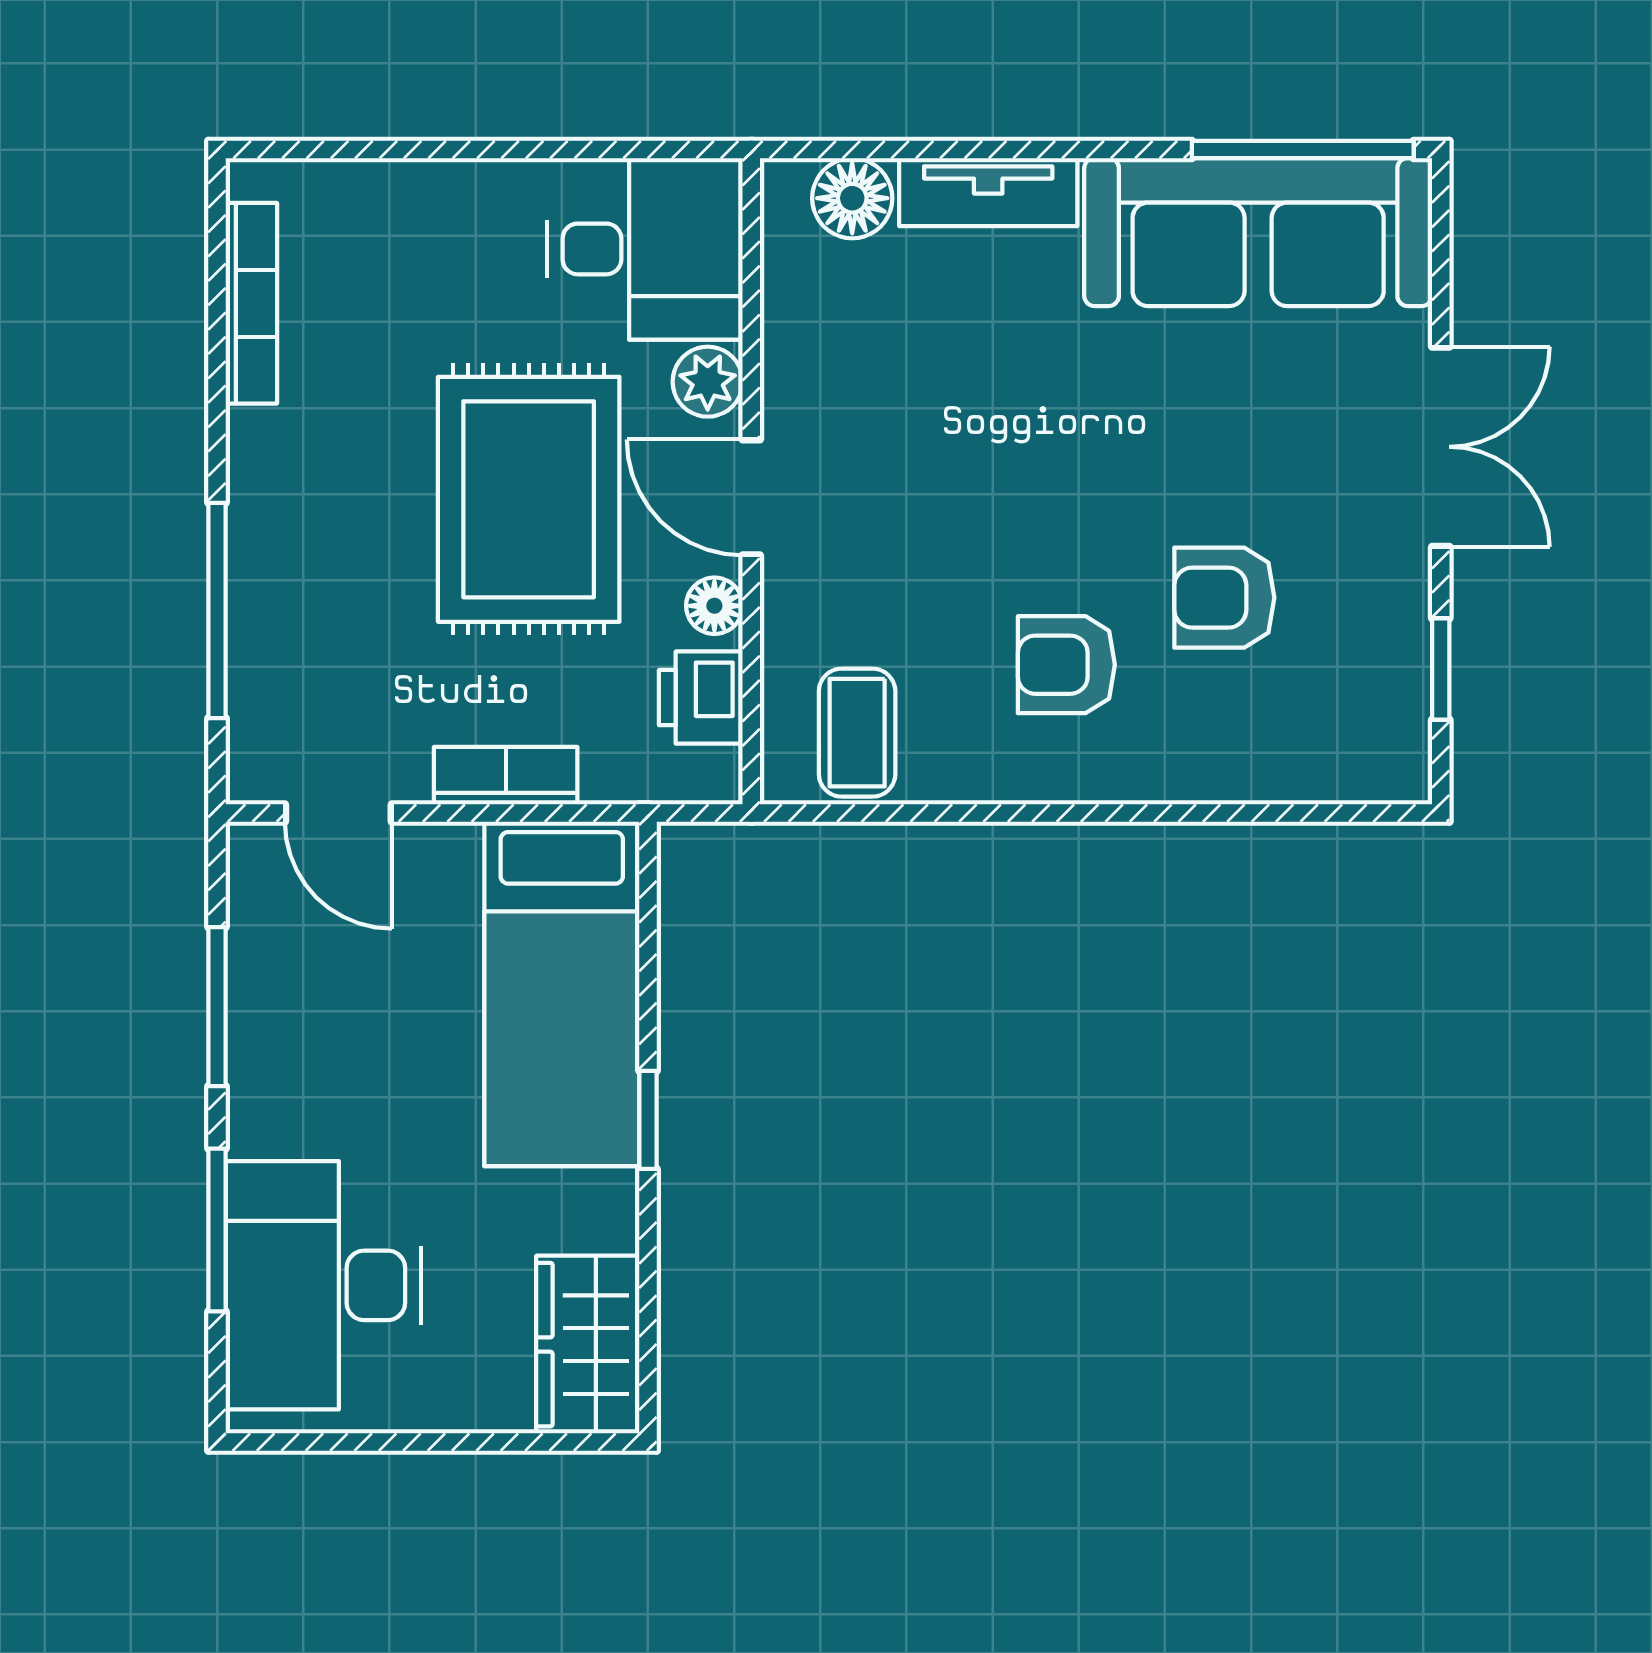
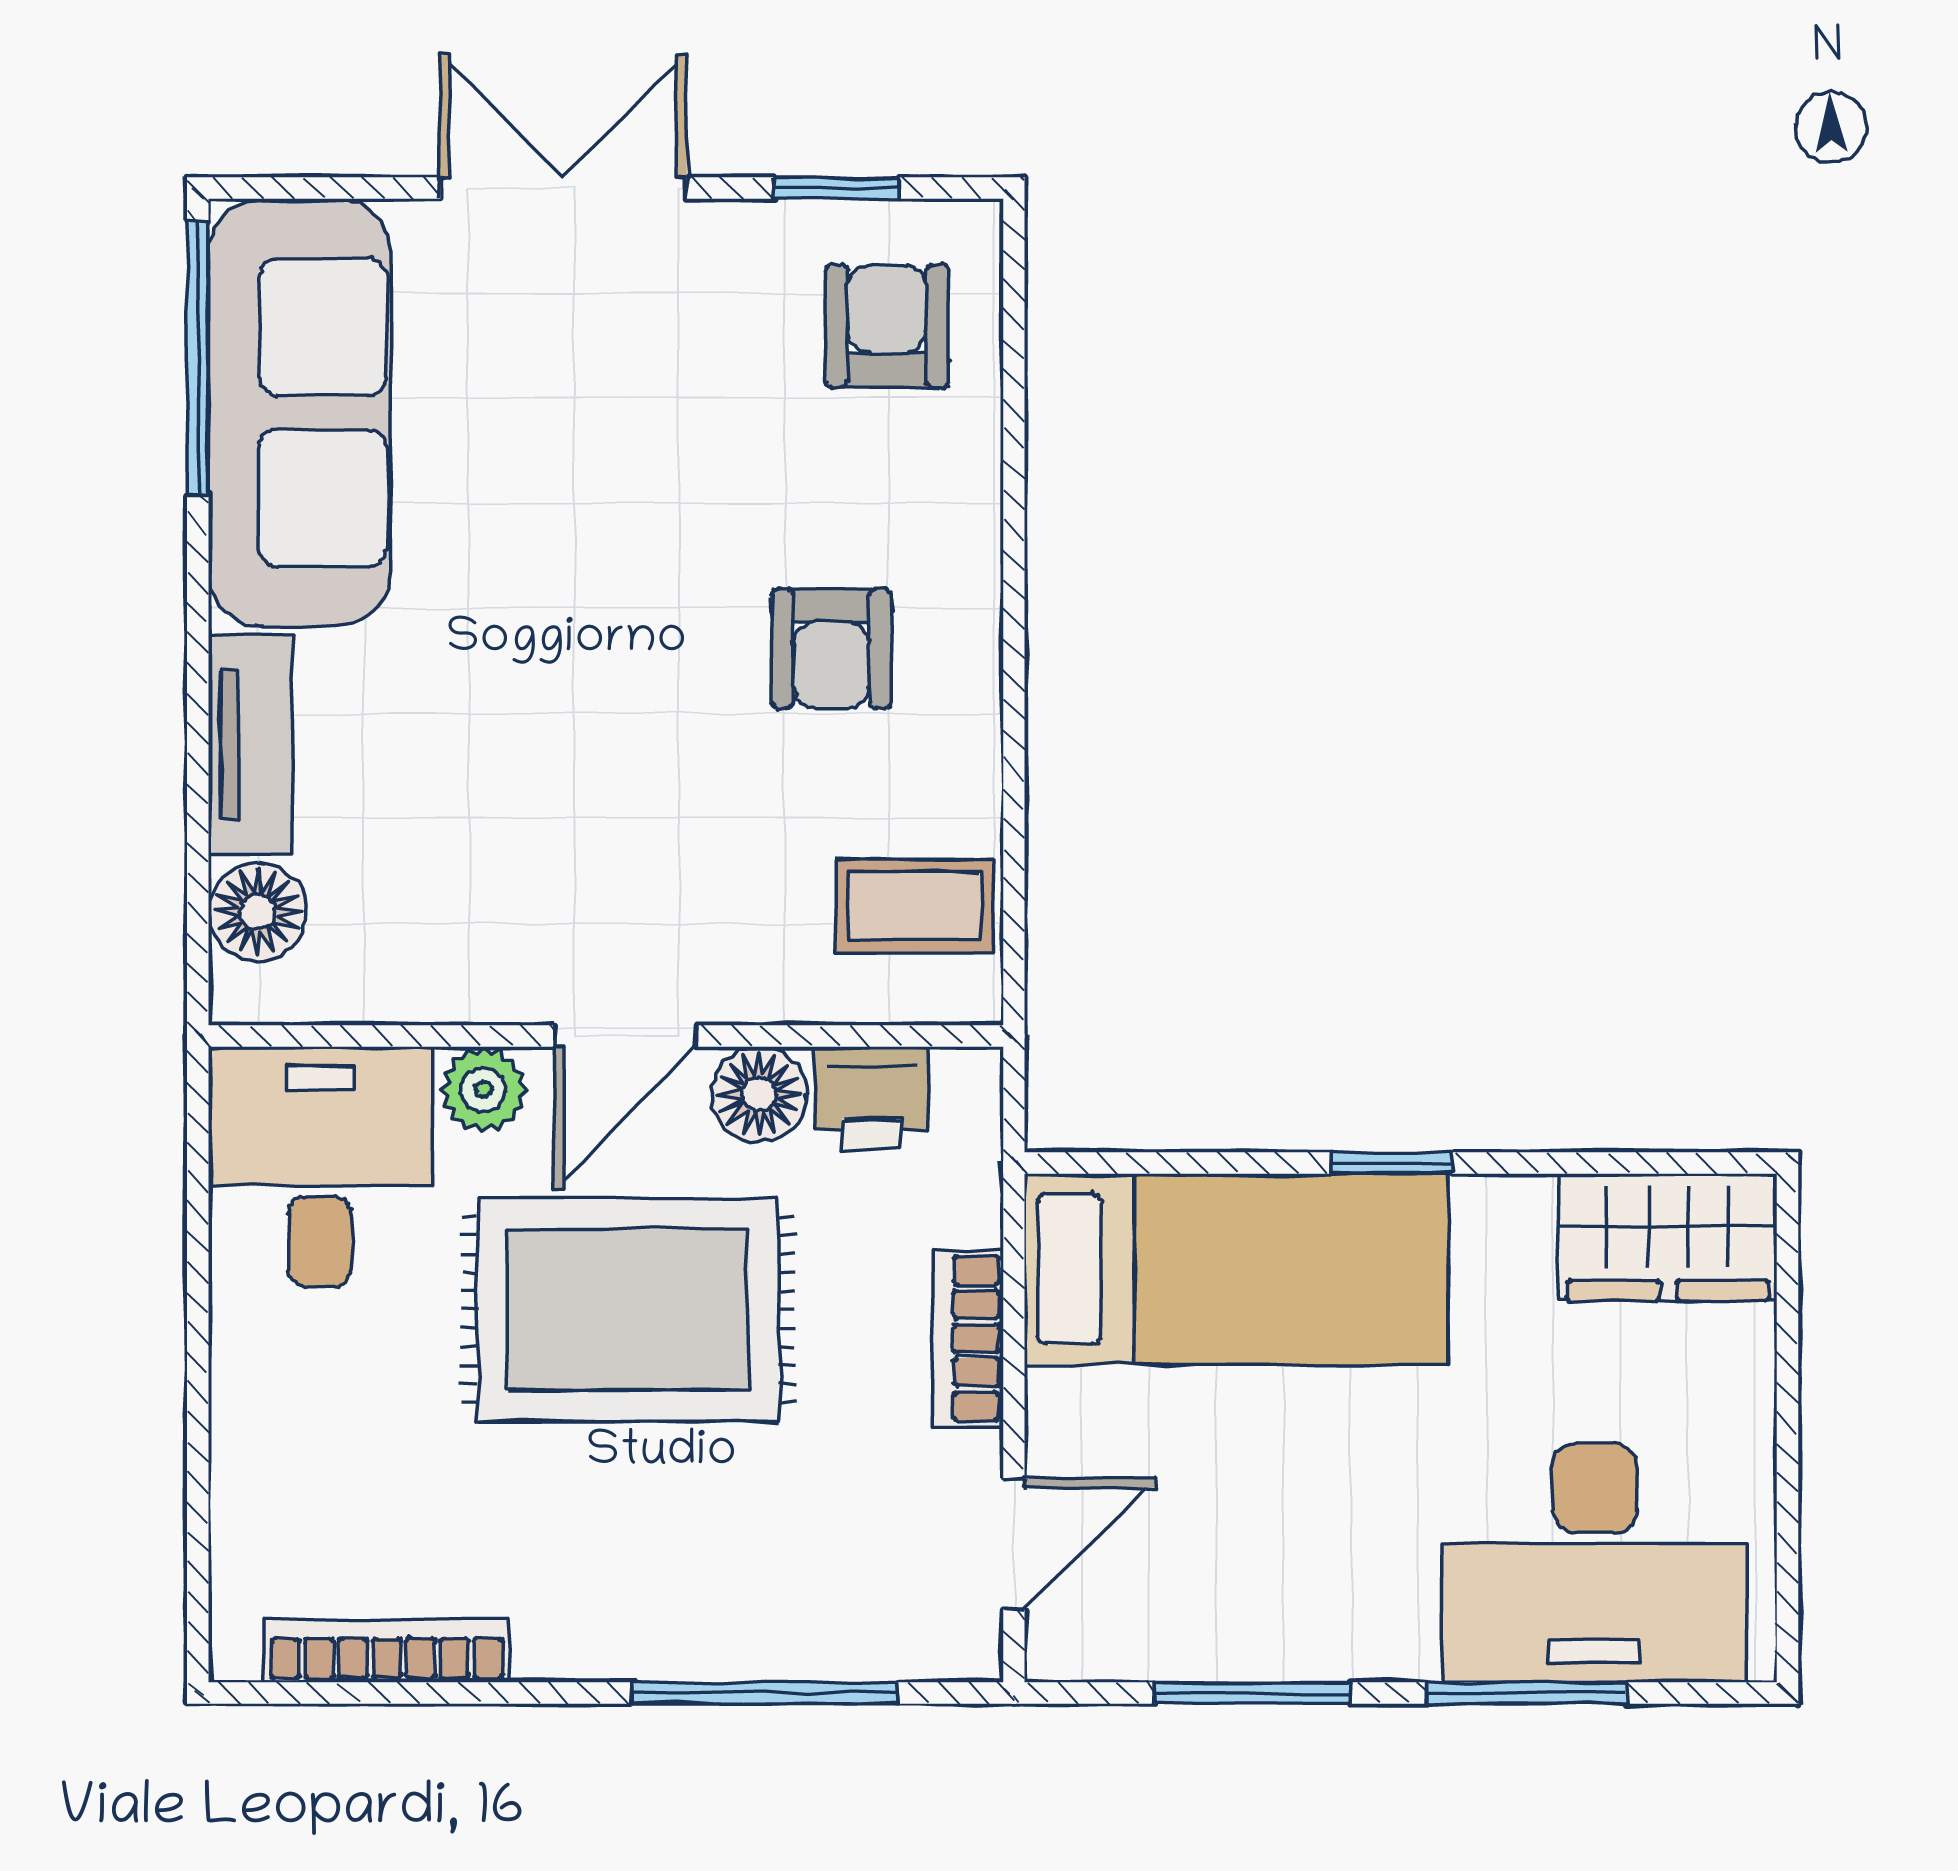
armchair: (1224, 598) -> (887, 326), moved, turned 180
floor lamp: (714, 606) -> (759, 1094), width x1.37, depth x1.37

